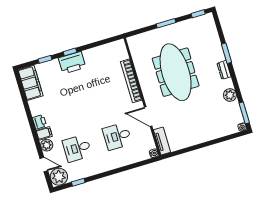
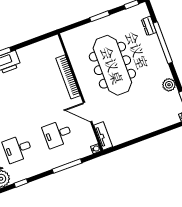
window: (227, 53) -> (163, 43), width x2.11
dresser: (224, 70) -> (149, 26), moved
window: (124, 168) -> (67, 166), added

